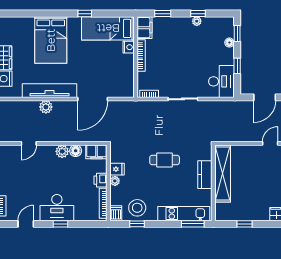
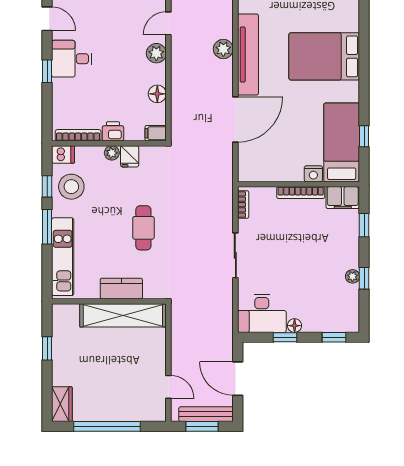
window: (85, 14) -> (364, 136), moved
floor lamp: (229, 43) -> (295, 326), moved
door: (93, 99) -> (235, 120), swing flipped
door: (29, 143) -> (168, 23), hinge flipped
plant: (62, 151) -> (156, 53), moved
filing cabinet: (96, 152) -> (156, 133), width x0.50
desk: (57, 208) -> (72, 59), width x0.73
window: (193, 224) -> (47, 227), moved

